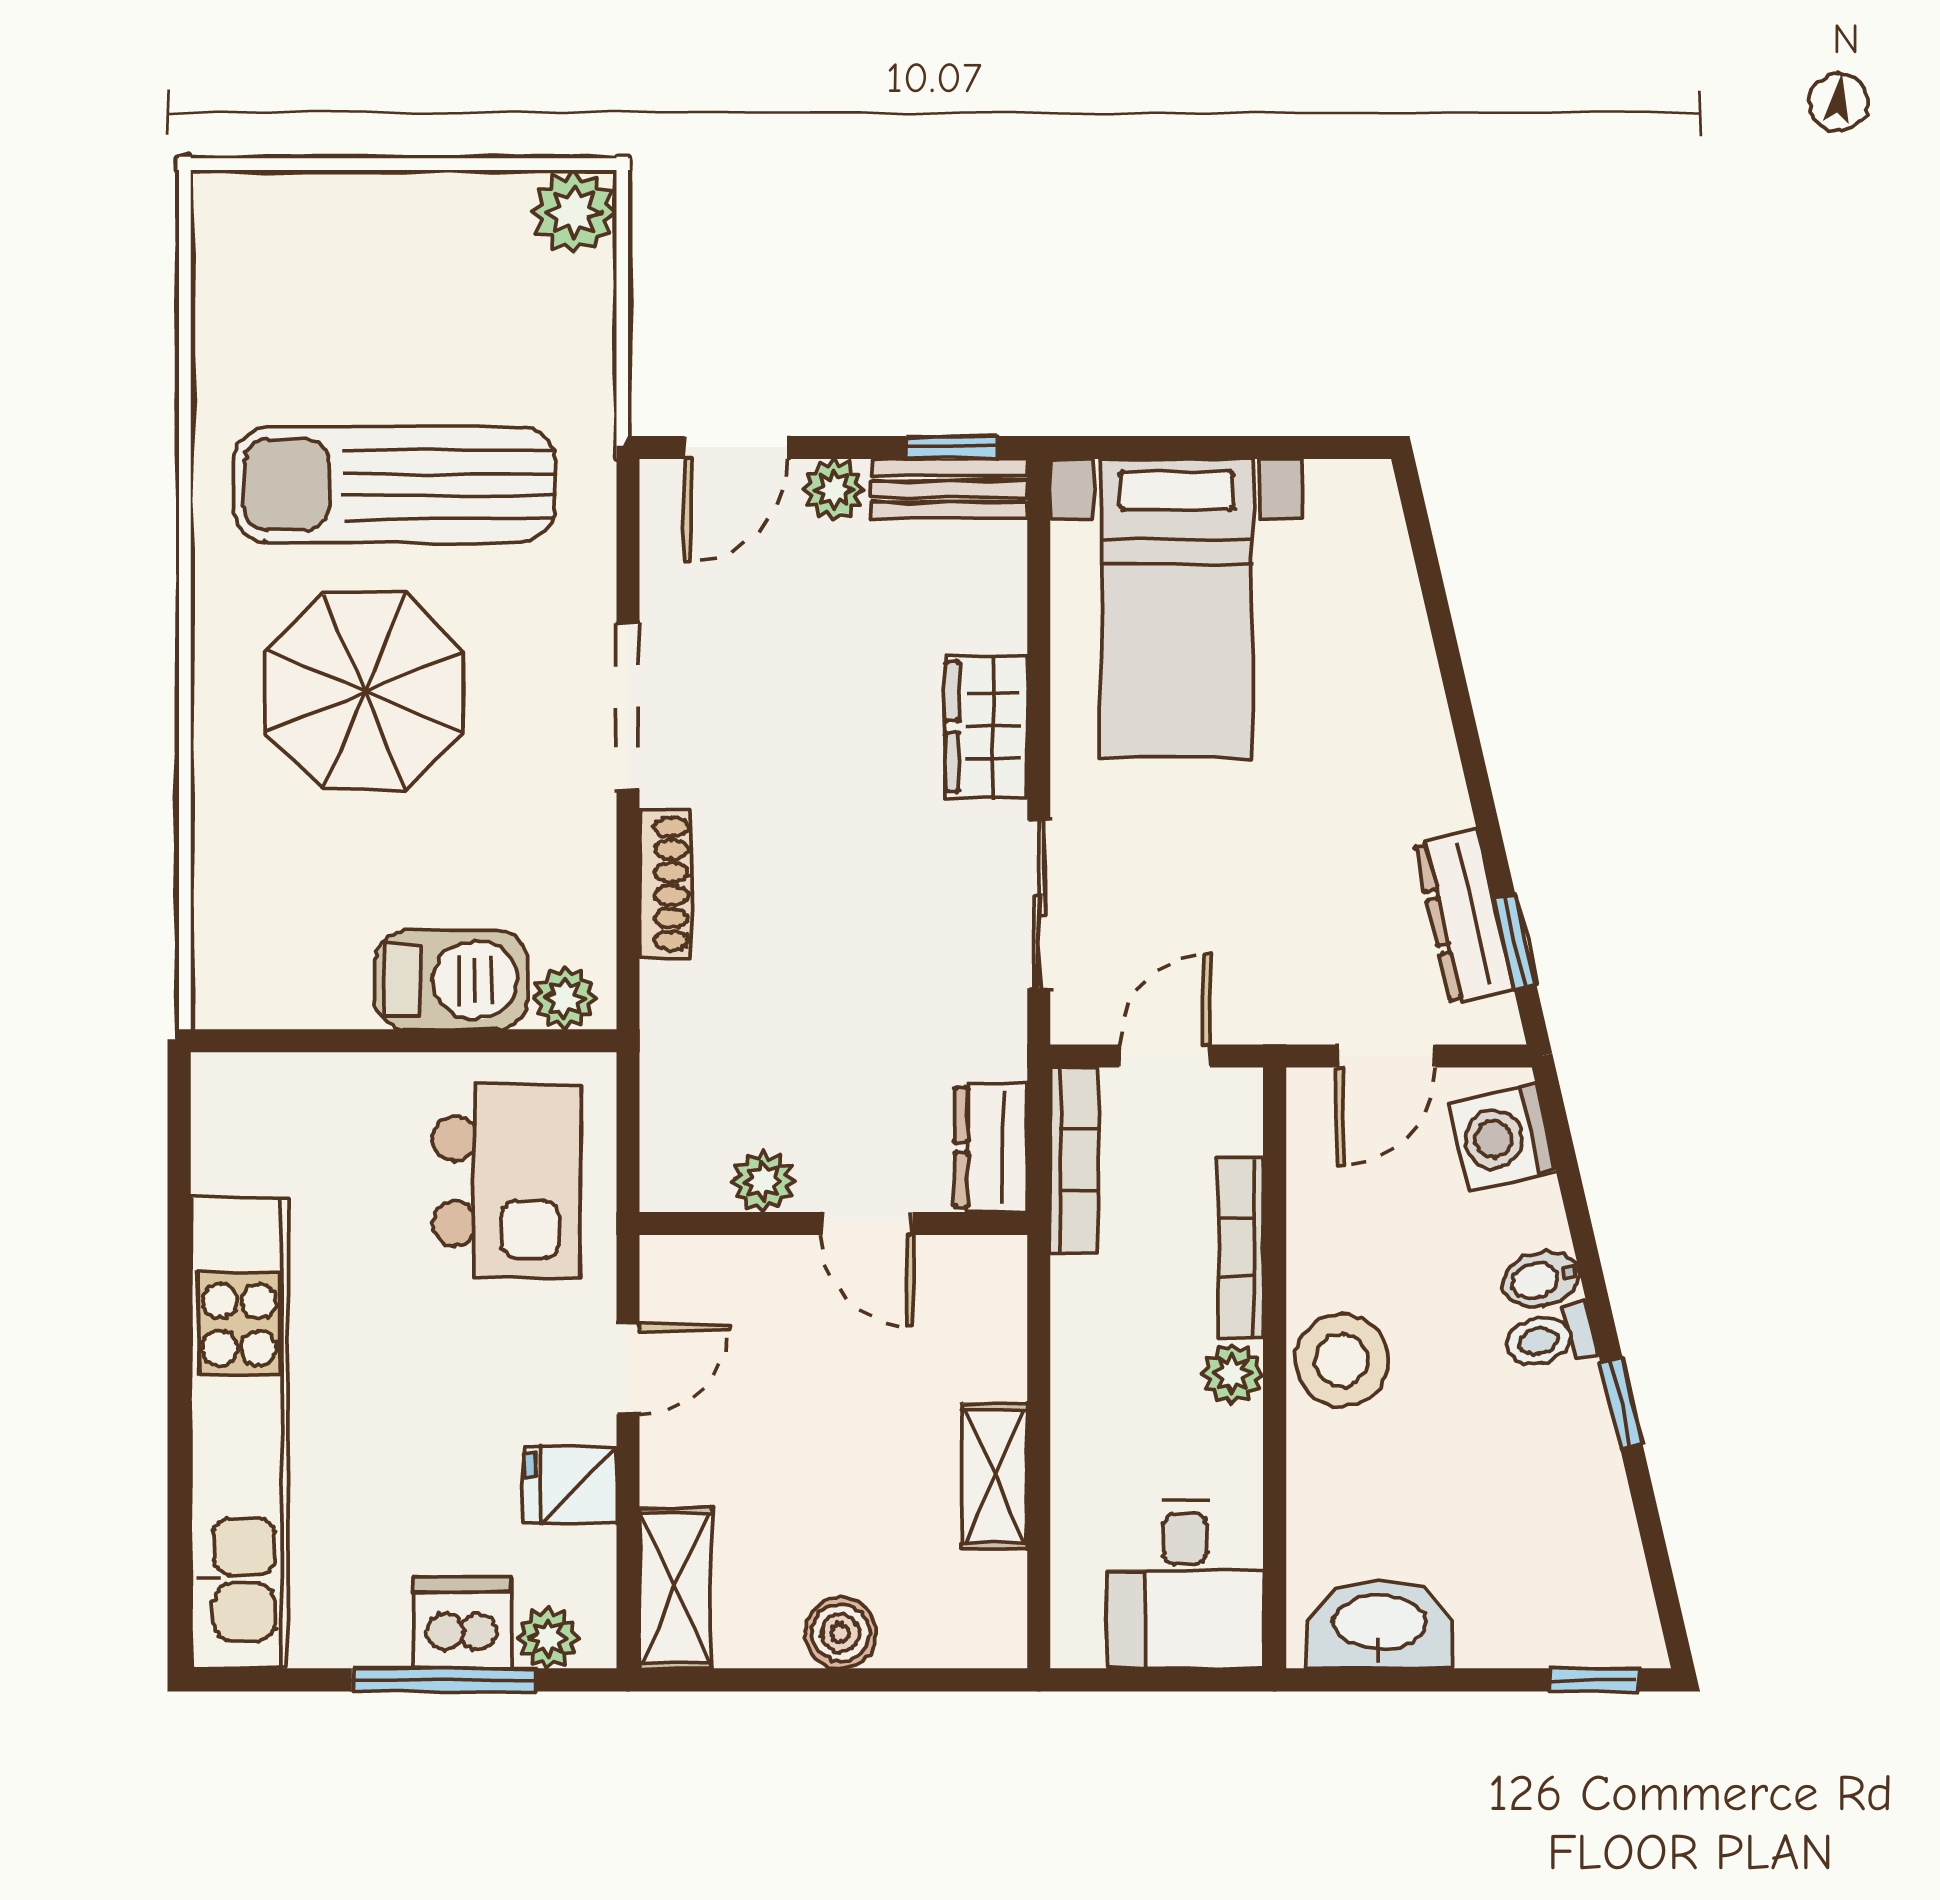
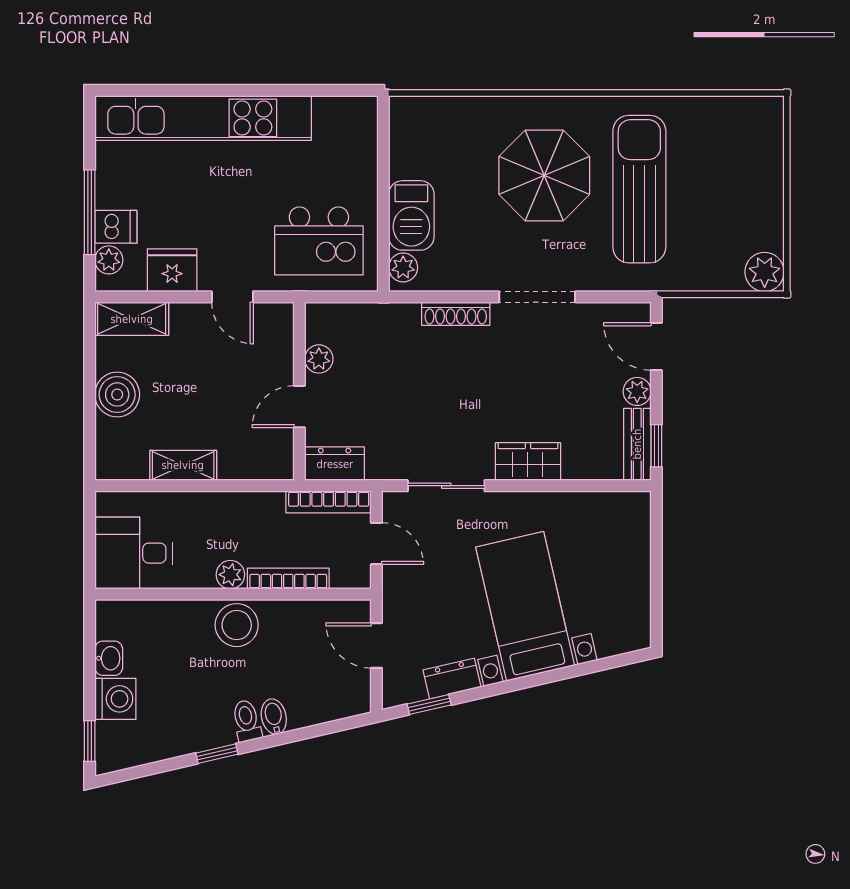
bed with nightstands: (1177, 608) -> (525, 606), moved, turned 77
dresser: (1464, 916) -> (452, 679), width x0.70
washing machine: (1502, 1137) -> (115, 699), moved, turned 103
fridge: (570, 1485) -> (172, 270), width x1.38
dishwasher: (462, 1623) -> (116, 227), width x0.73
washbasin: (1380, 1625) -> (109, 658), width x0.52, depth x0.69
boiler: (840, 1633) -> (117, 394), width x1.36, depth x1.36

